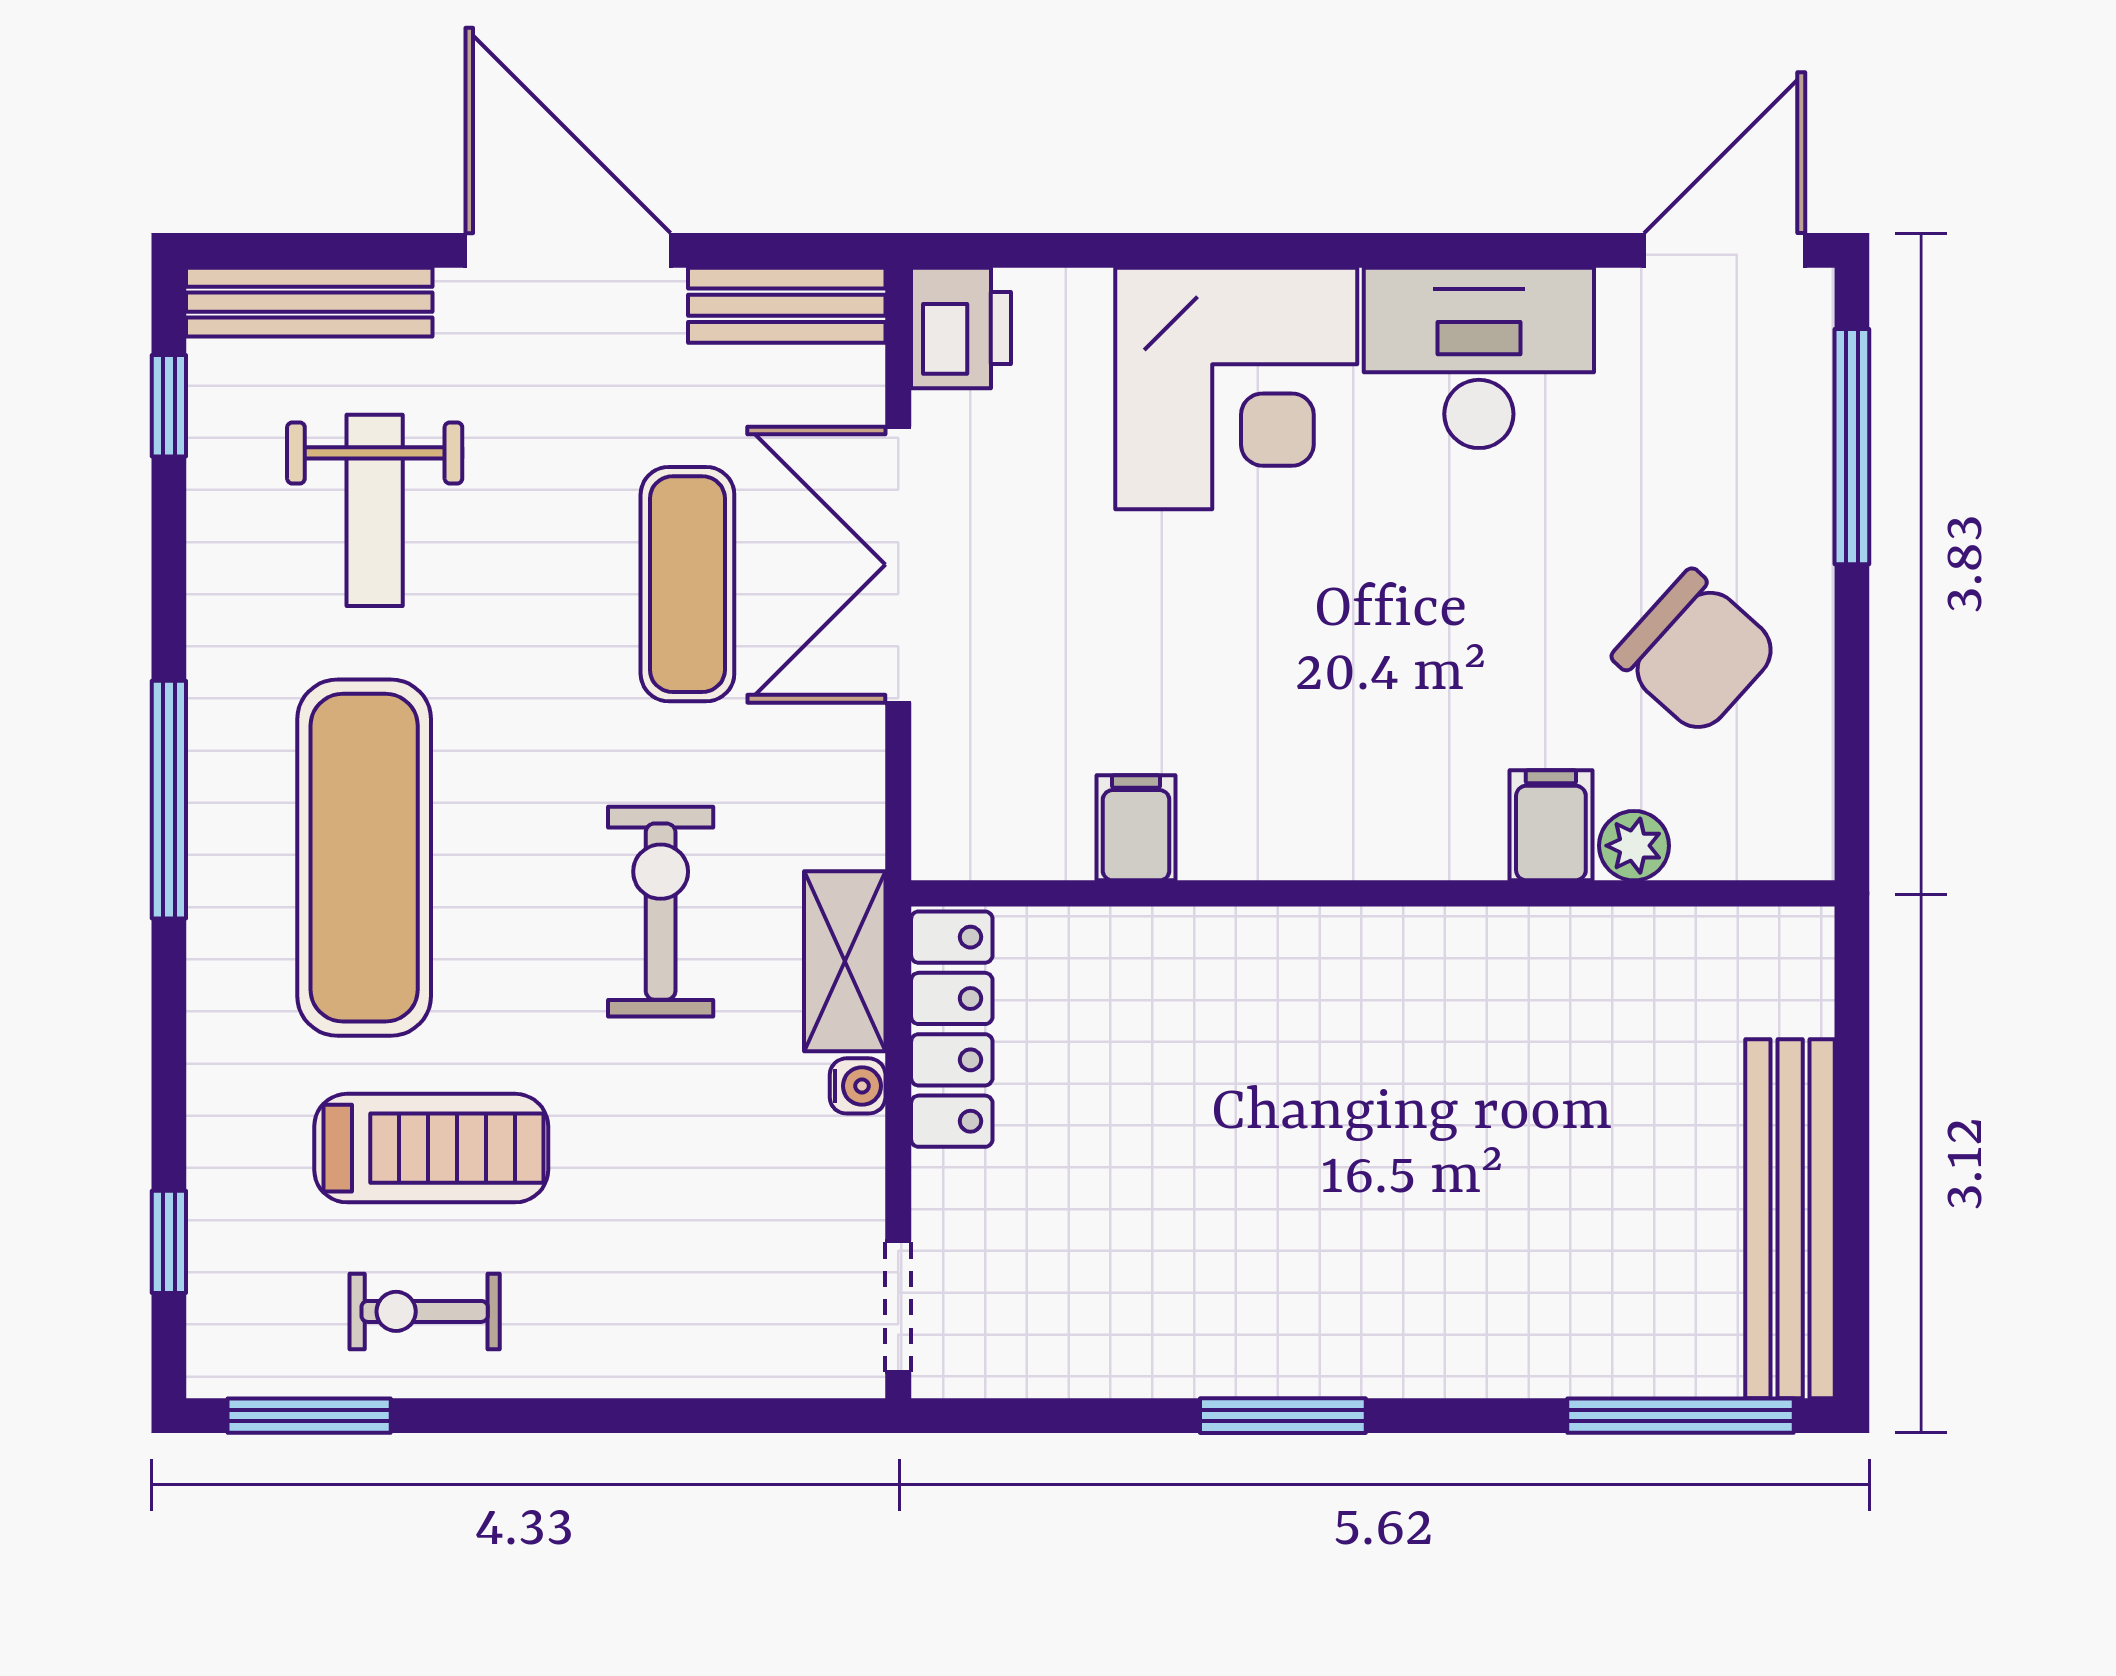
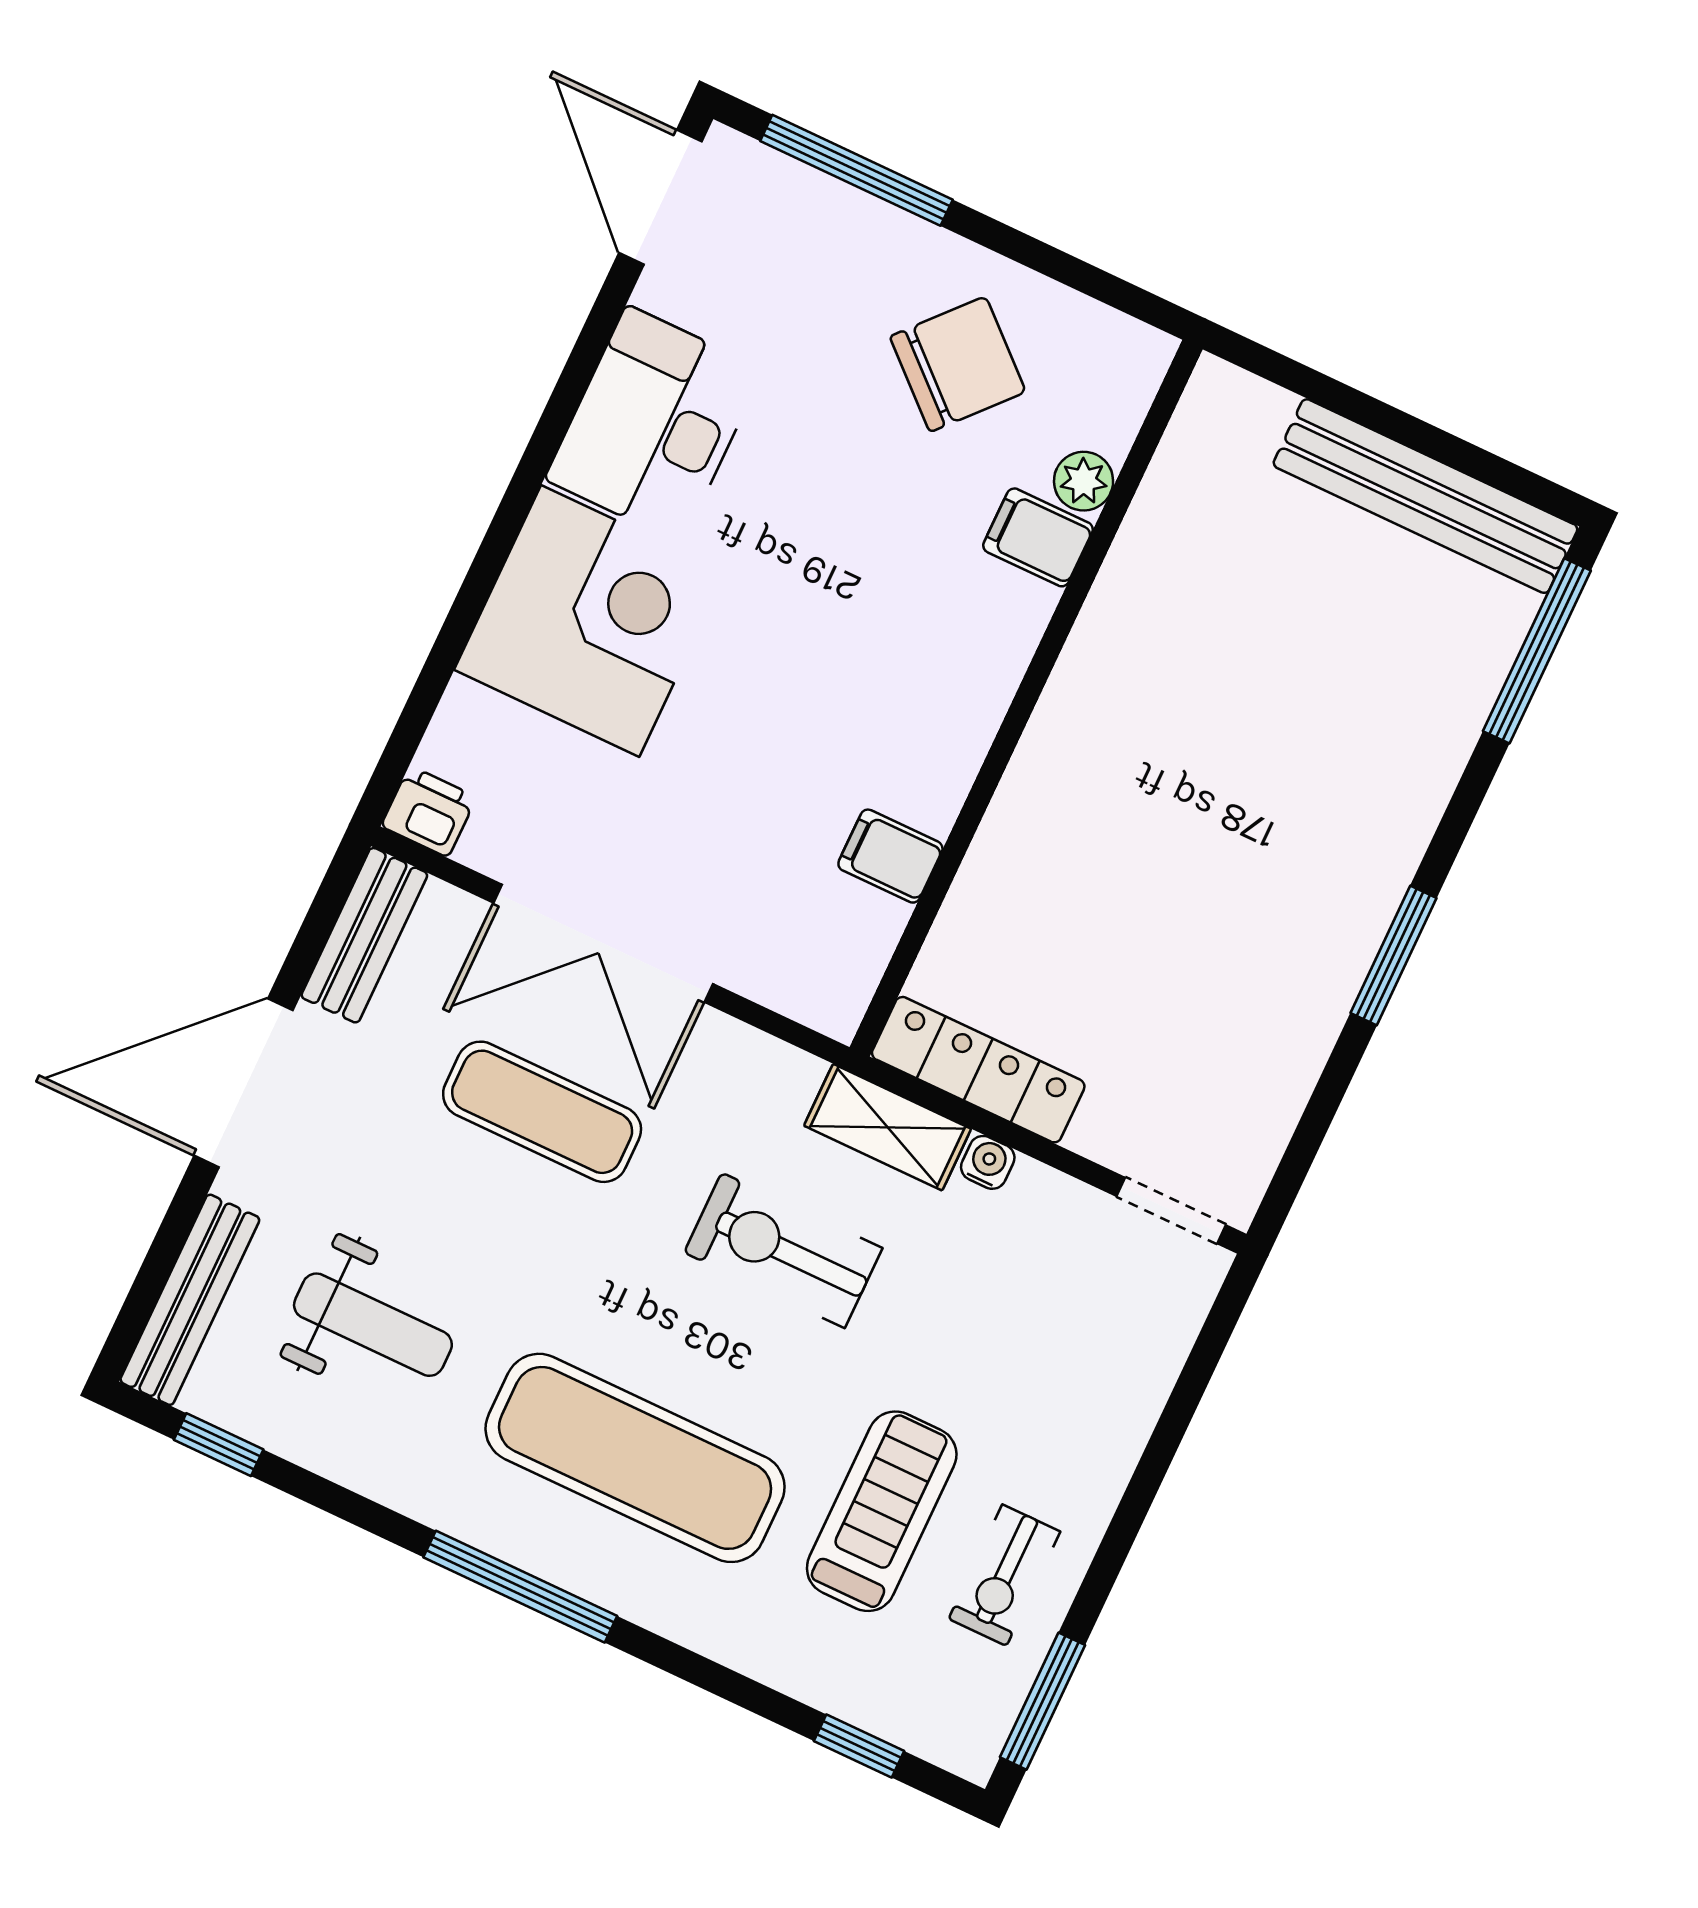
printer: (961, 328) -> (429, 812), width x0.73, depth x0.81

